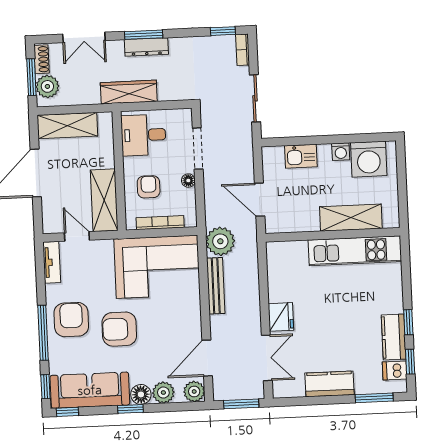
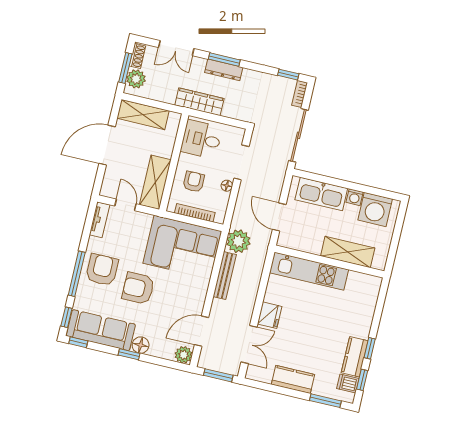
sliding door: (255, 98) -> (298, 135), width x1.37
kitchen sink: (301, 156) -> (321, 194), width x1.88, depth x1.24
kitchen unit: (355, 251) -> (309, 271), moved
plant: (163, 393) -> (159, 349), removed

